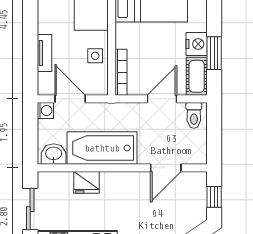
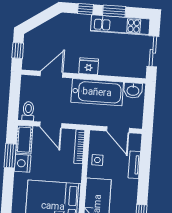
door: (162, 99) -> (51, 125), hinge flipped
washing machine: (45, 111) -> (137, 123), removed
fridge: (86, 182) -> (89, 66), moved

